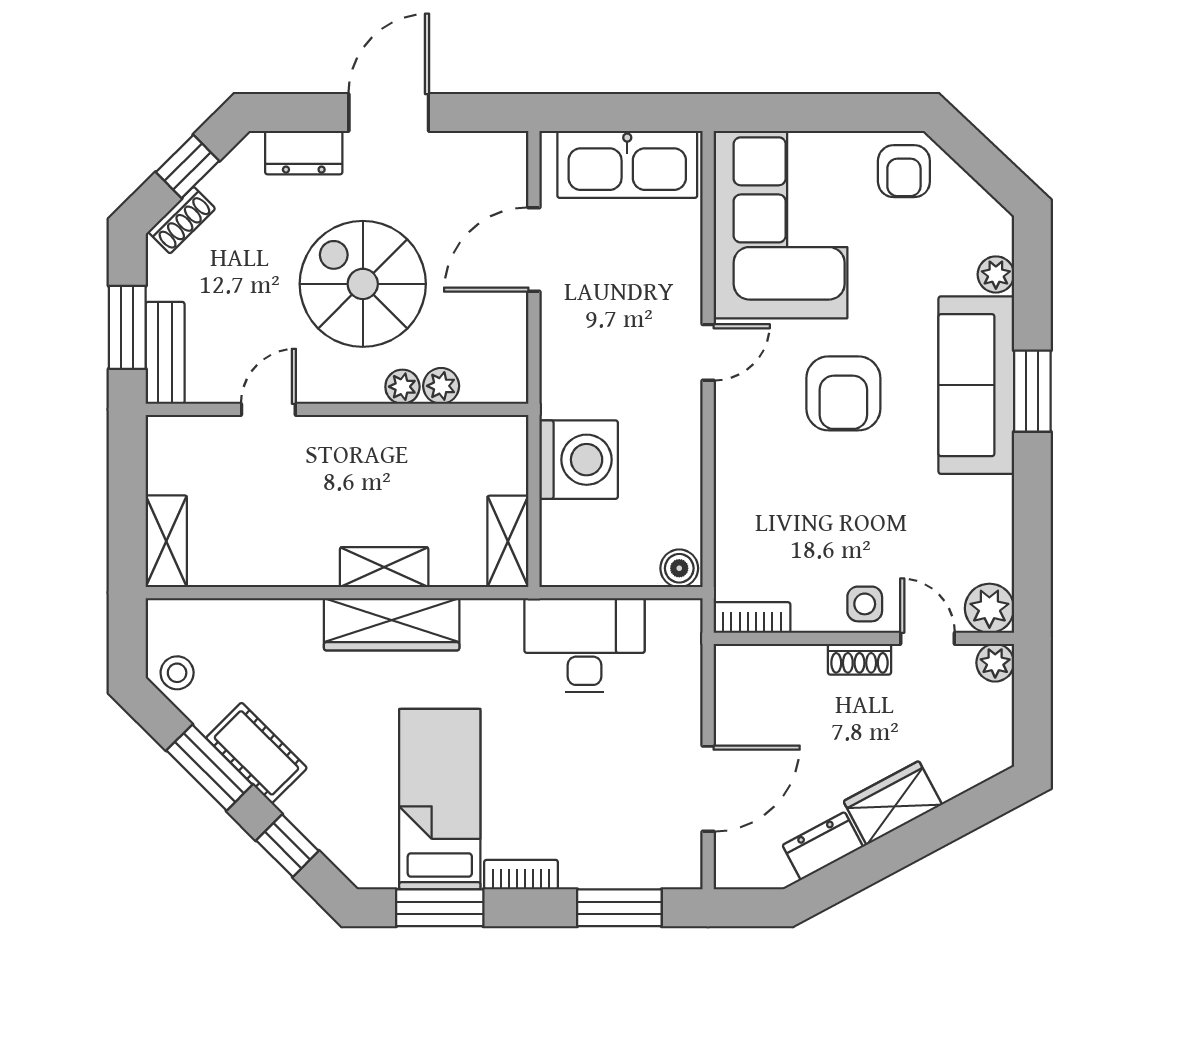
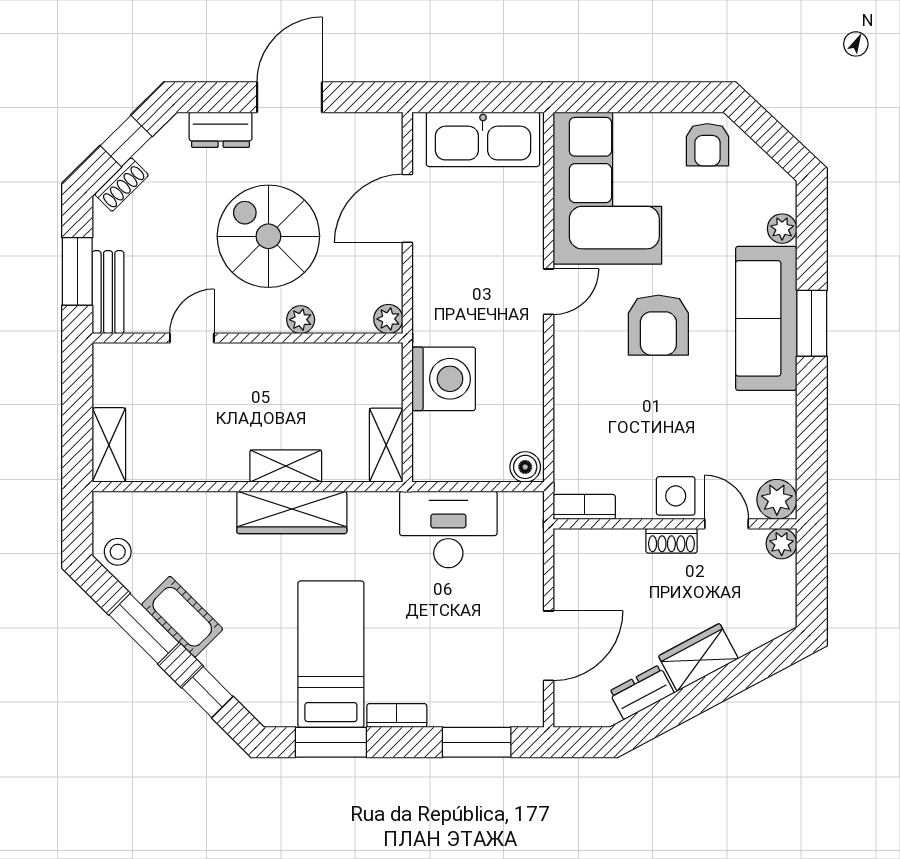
plant: (441, 386) -> (388, 319), moved
side table: (865, 604) -> (676, 496), width x1.37, depth x1.37

